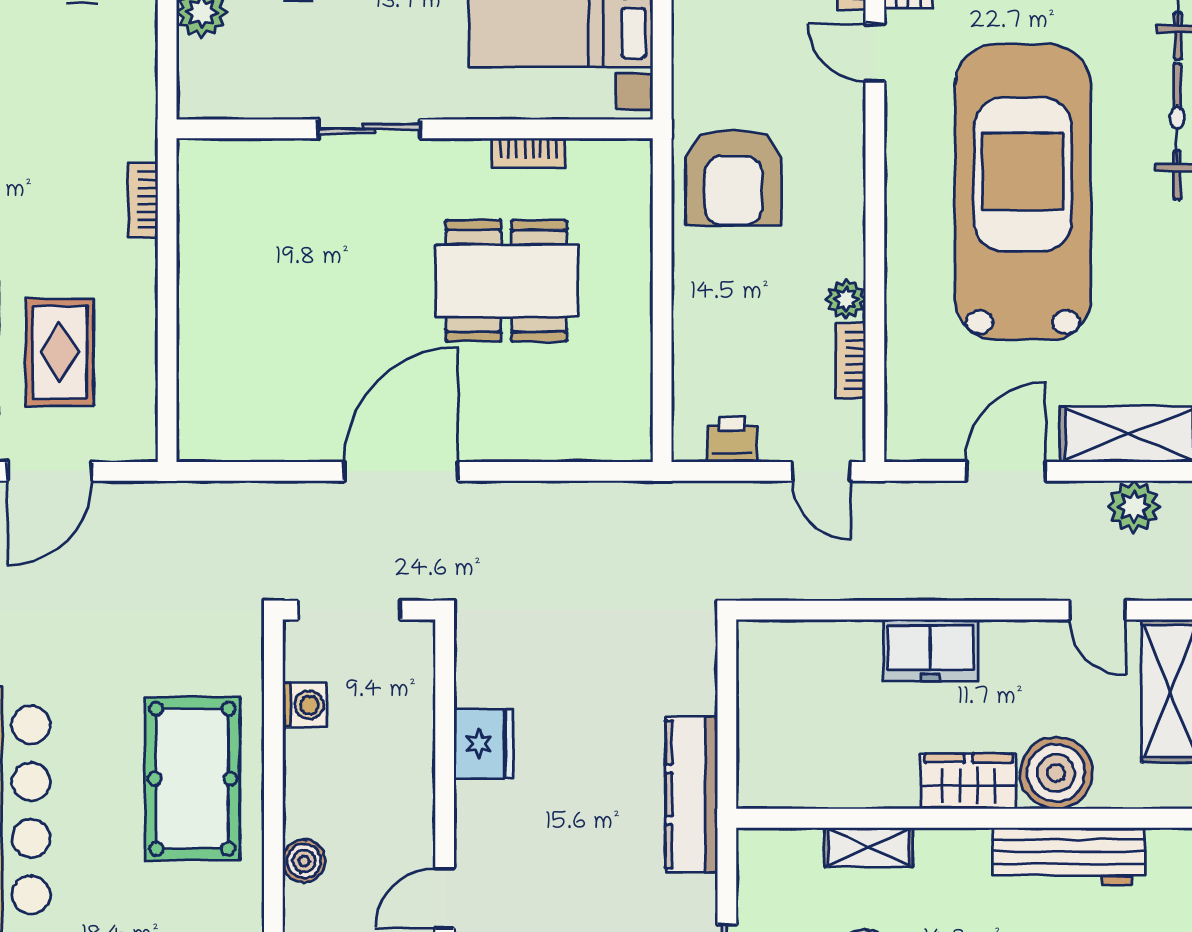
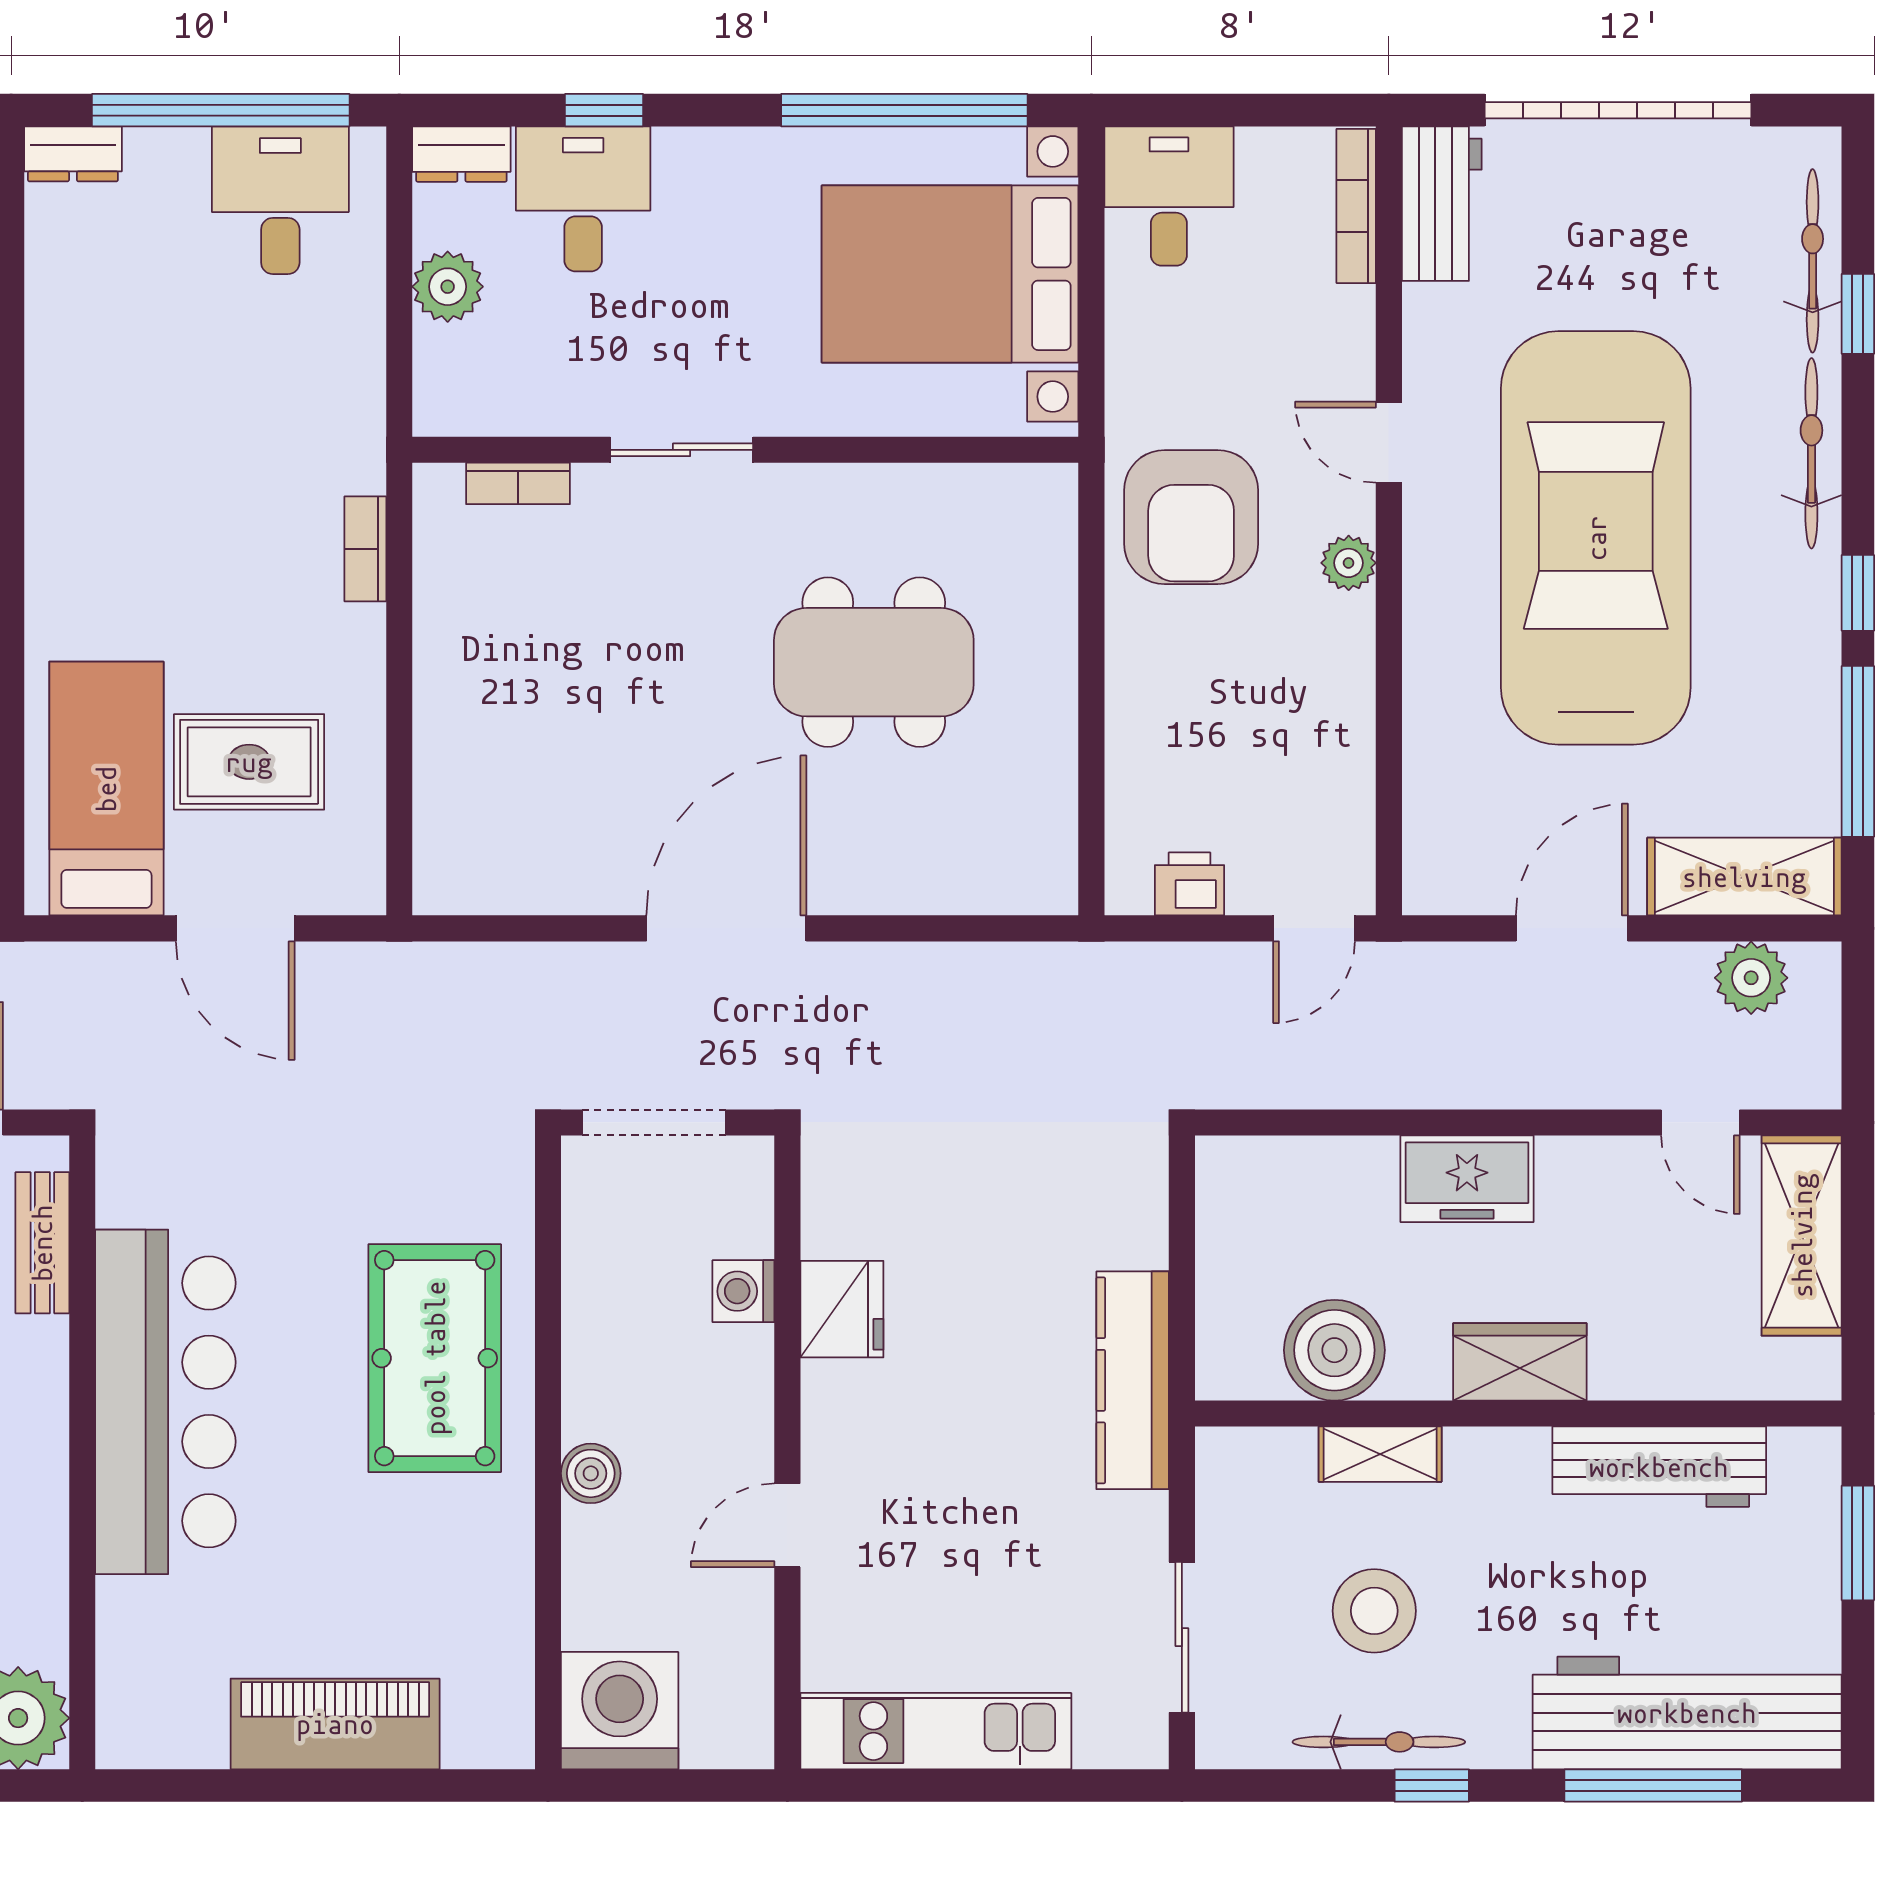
door: (875, 52) -> (1389, 442), moved
bookcase: (528, 153) -> (518, 483), moved
plant: (846, 299) -> (1349, 563), moved
rug: (60, 352) -> (249, 762), turned 90
bookcase: (850, 360) -> (1355, 773), removed
door: (50, 471) -> (235, 928), hinge flipped
door: (821, 471) -> (1314, 928), hinge flipped
washing machine: (305, 705) -> (743, 1291), moved, turned 180
boiler: (1056, 773) -> (1334, 1350), moved

